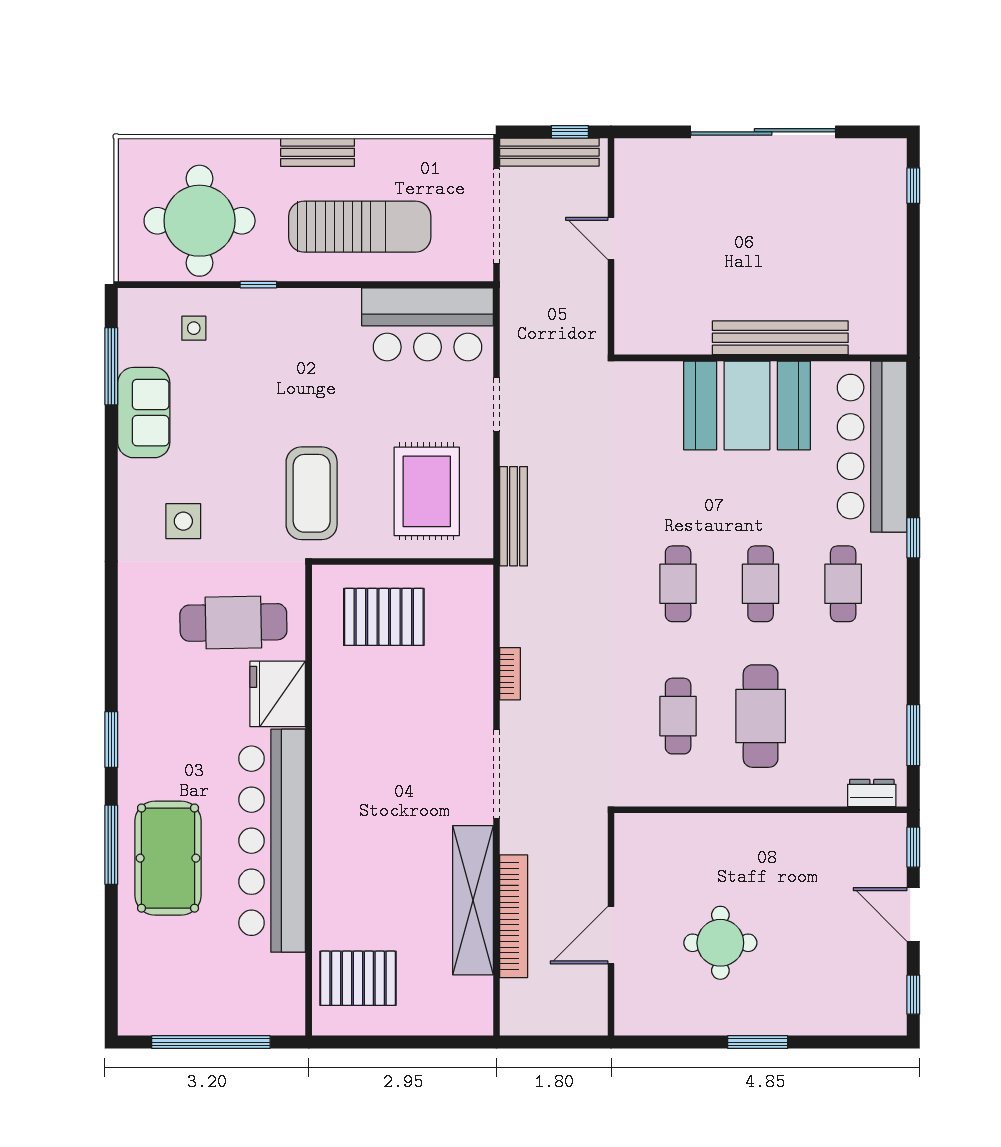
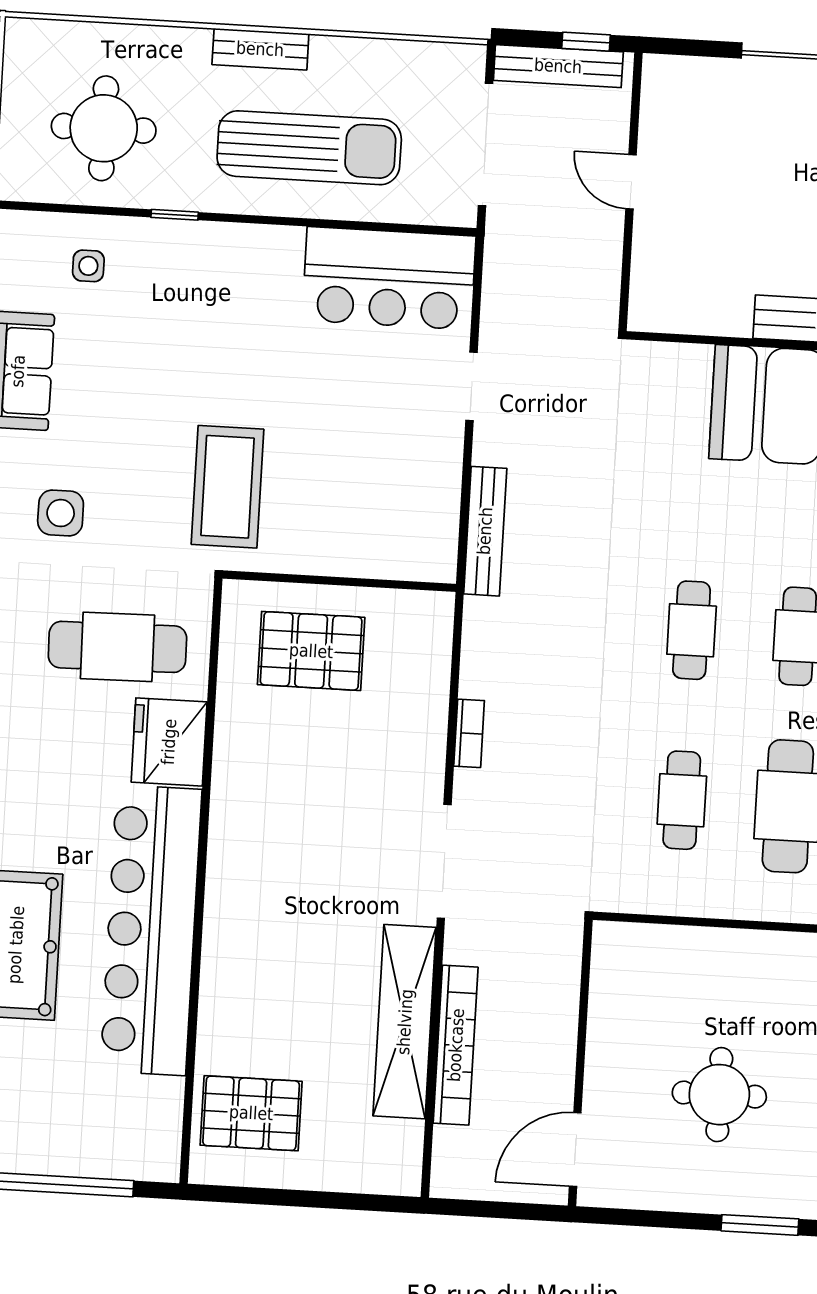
round table: (200, 221) -> (104, 128), width x0.73, depth x0.73
rug: (427, 491) -> (376, 493), removed
door: (611, 935) -> (575, 1149), moved

